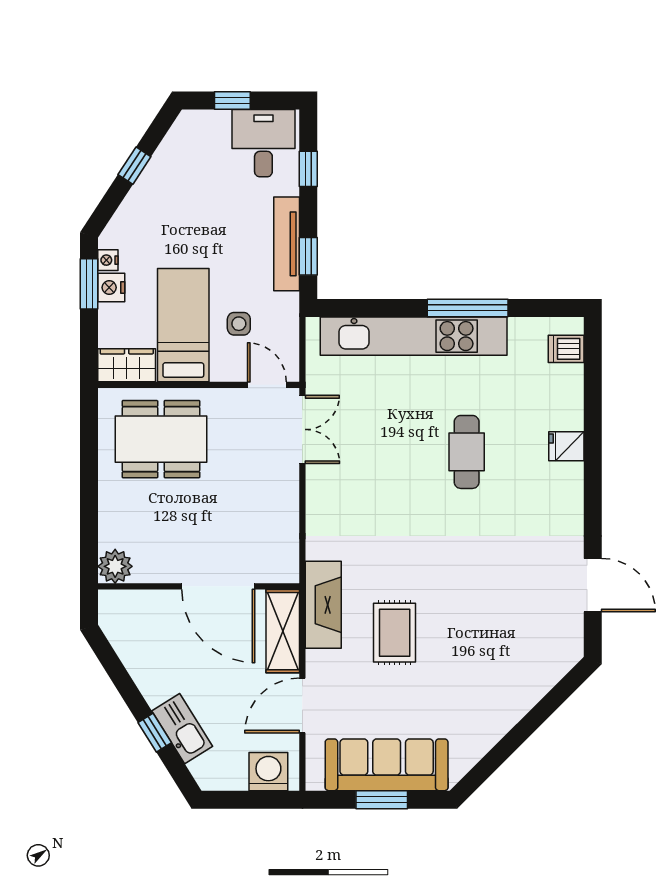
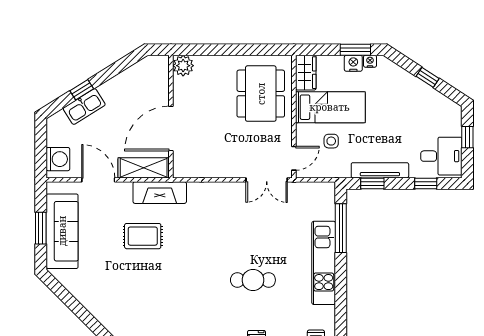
window: (468, 308) -> (341, 228), moved
kitchen unit: (414, 336) -> (324, 263), width x0.73

